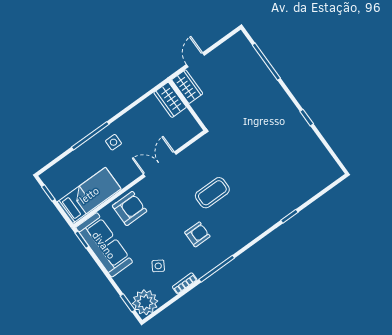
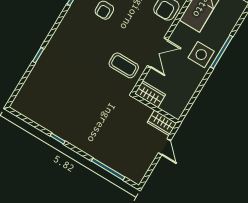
wardrobe: (170, 100) -> (150, 94), moved
side table: (114, 142) -> (201, 55), width x1.87, depth x1.87
coffee table: (212, 193) -> (124, 65), moved, turned 90

